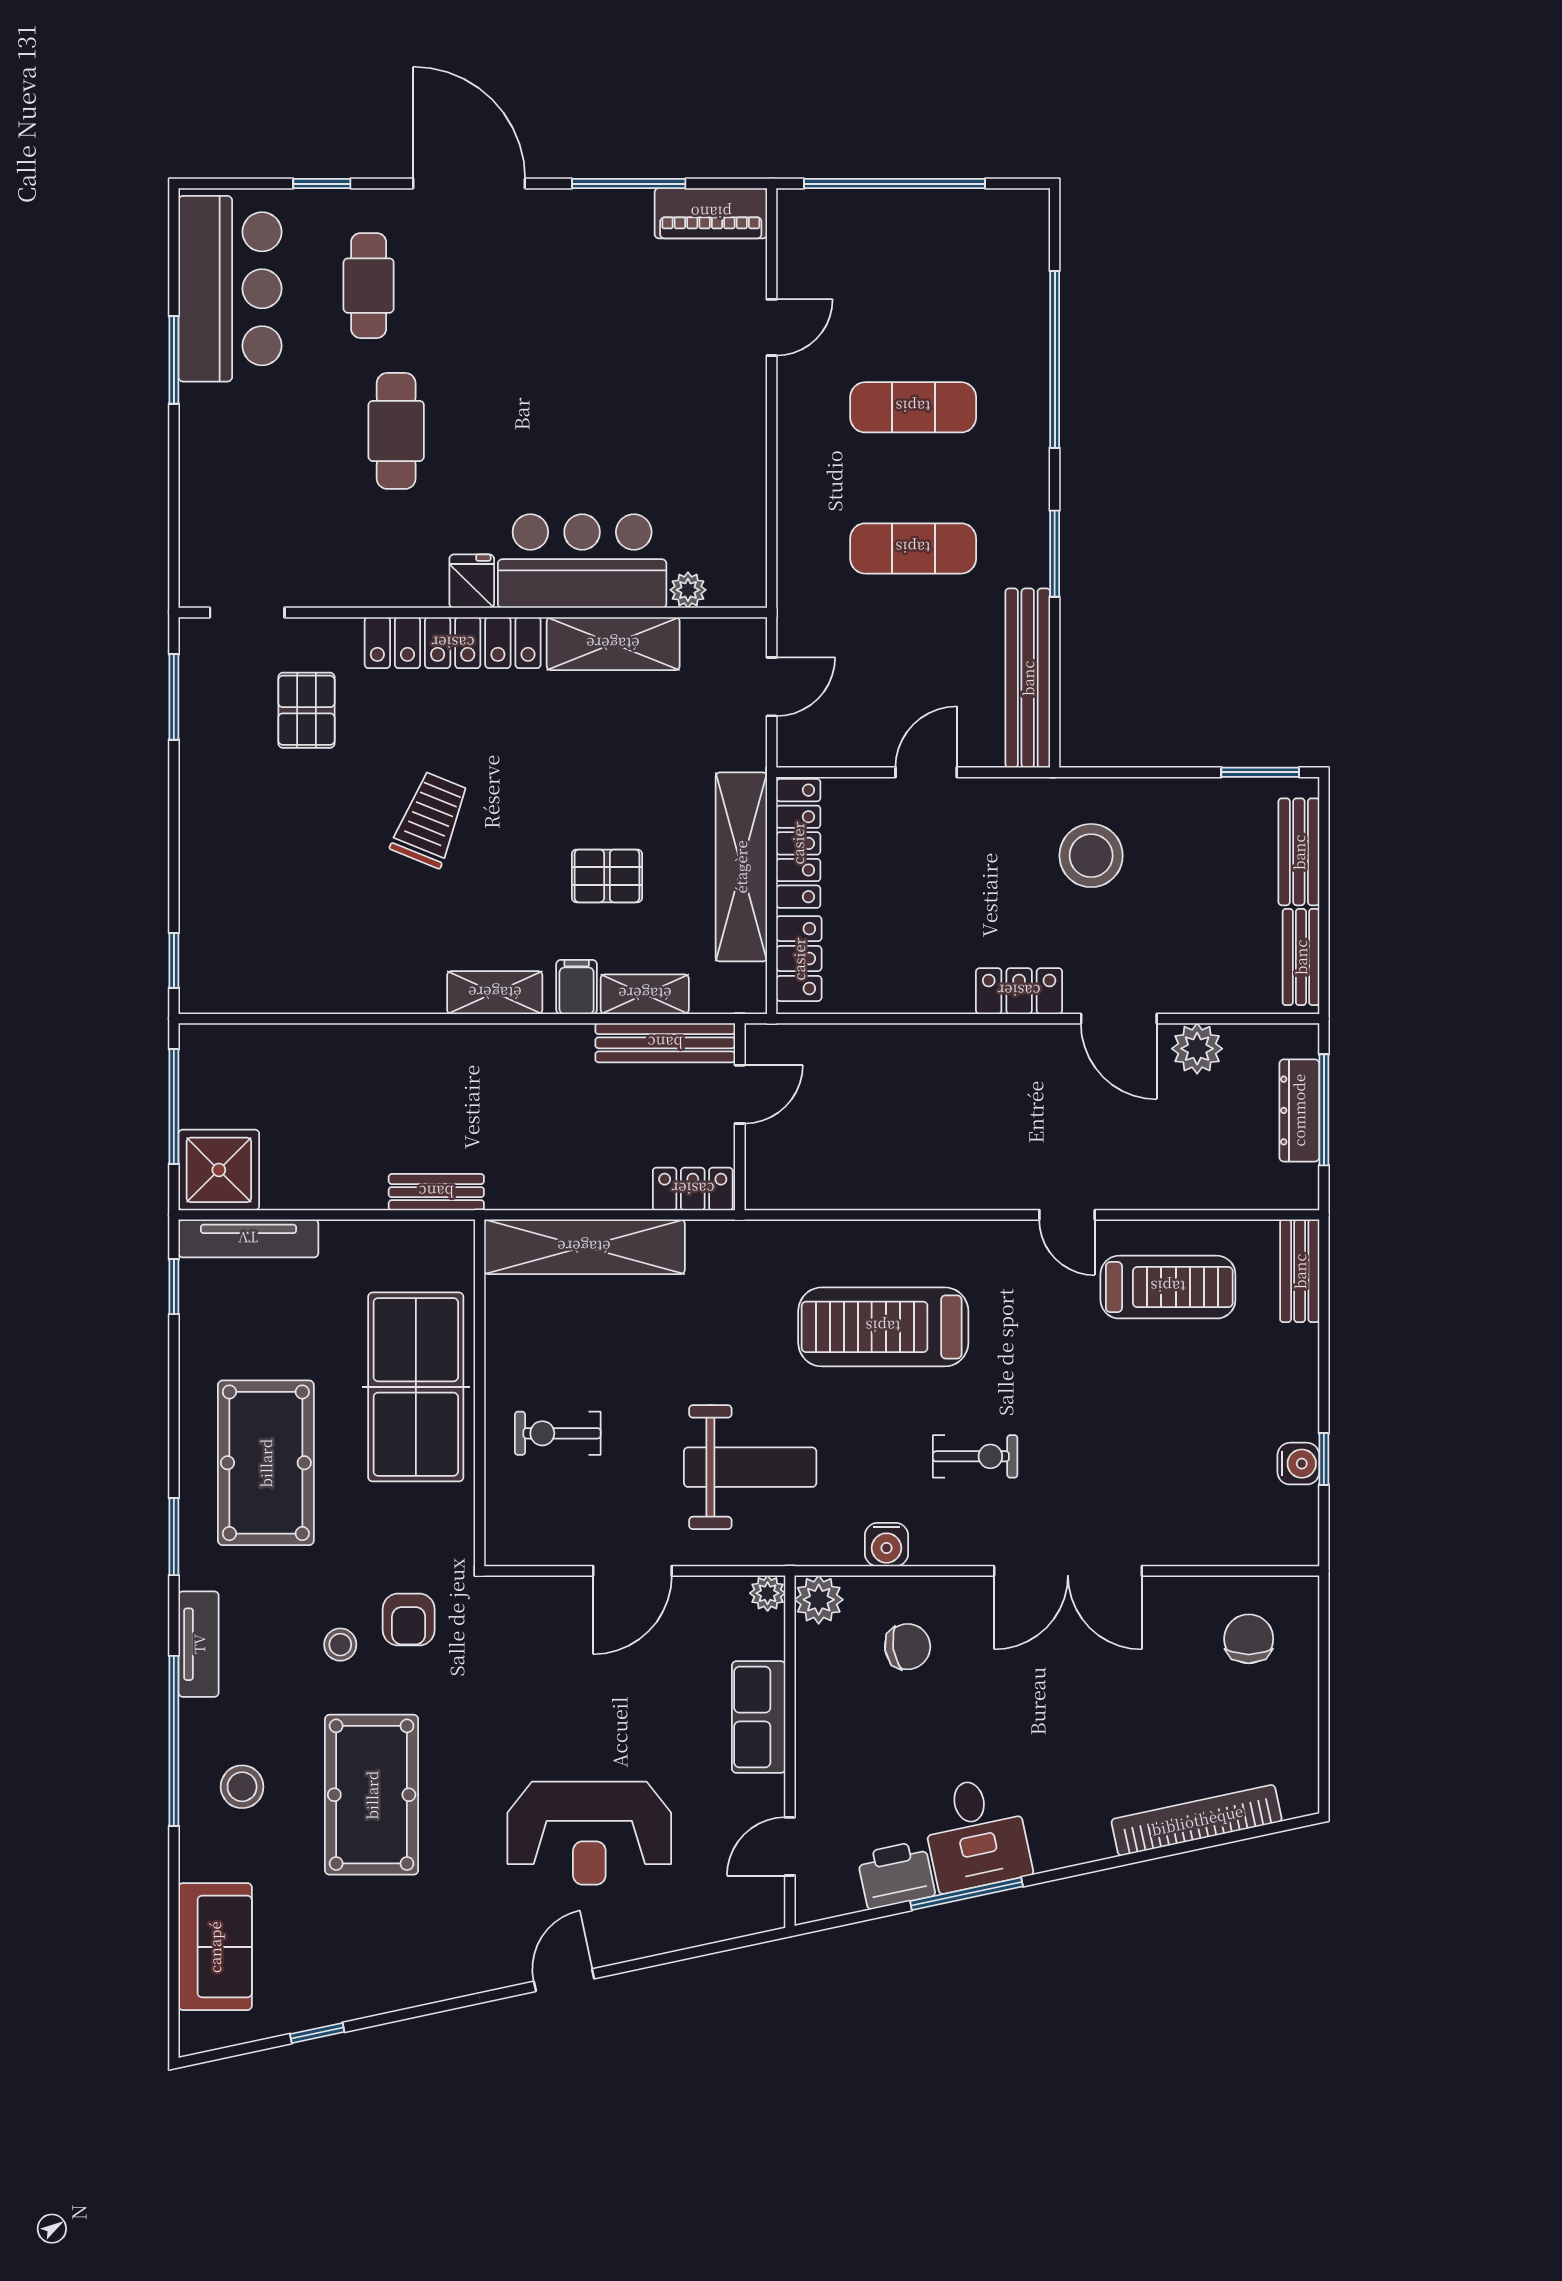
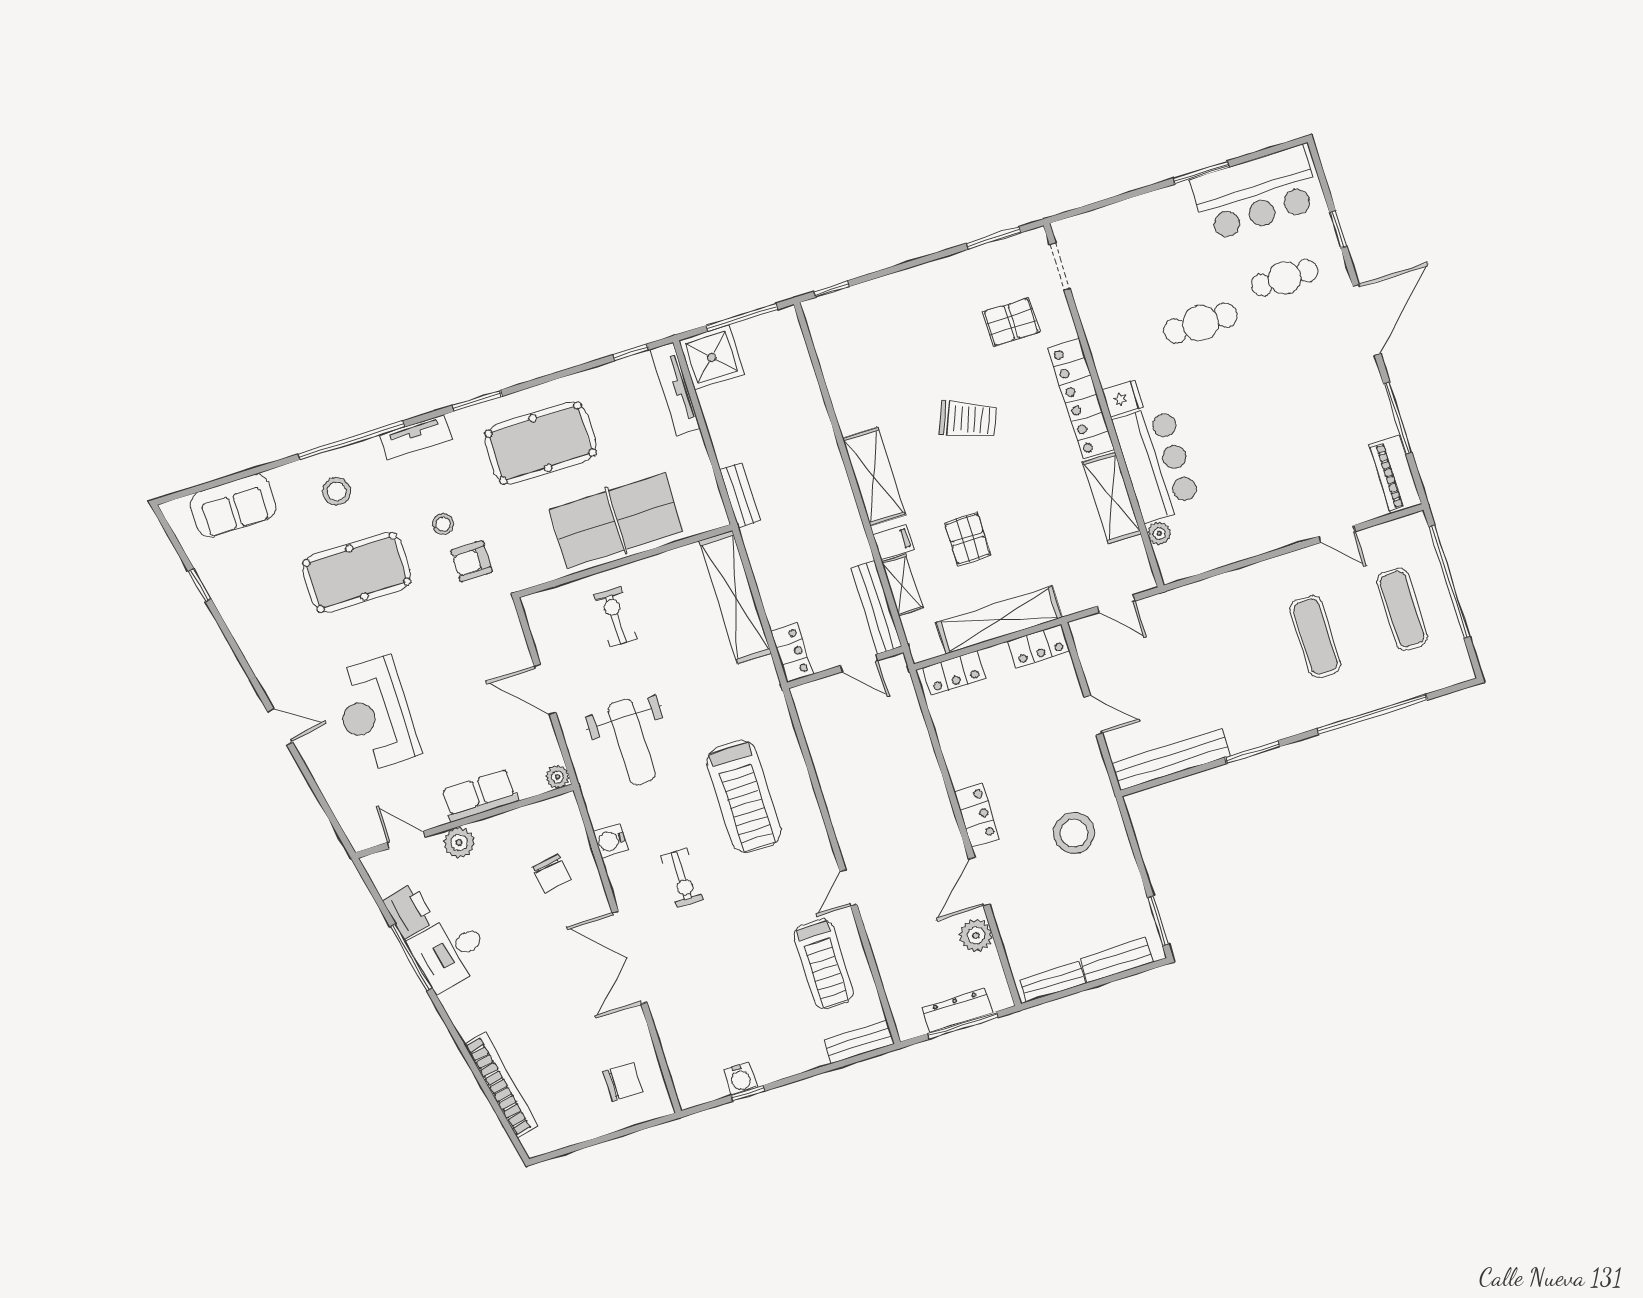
exercise mat: (913, 548) -> (1402, 609), moved
locker: (798, 843) -> (1039, 646), width x0.66
shelving: (495, 993) -> (874, 477), width x1.50, depth x1.33
treadmill: (883, 1327) -> (744, 796), turned 180
plant: (819, 1600) -> (459, 843), moved

